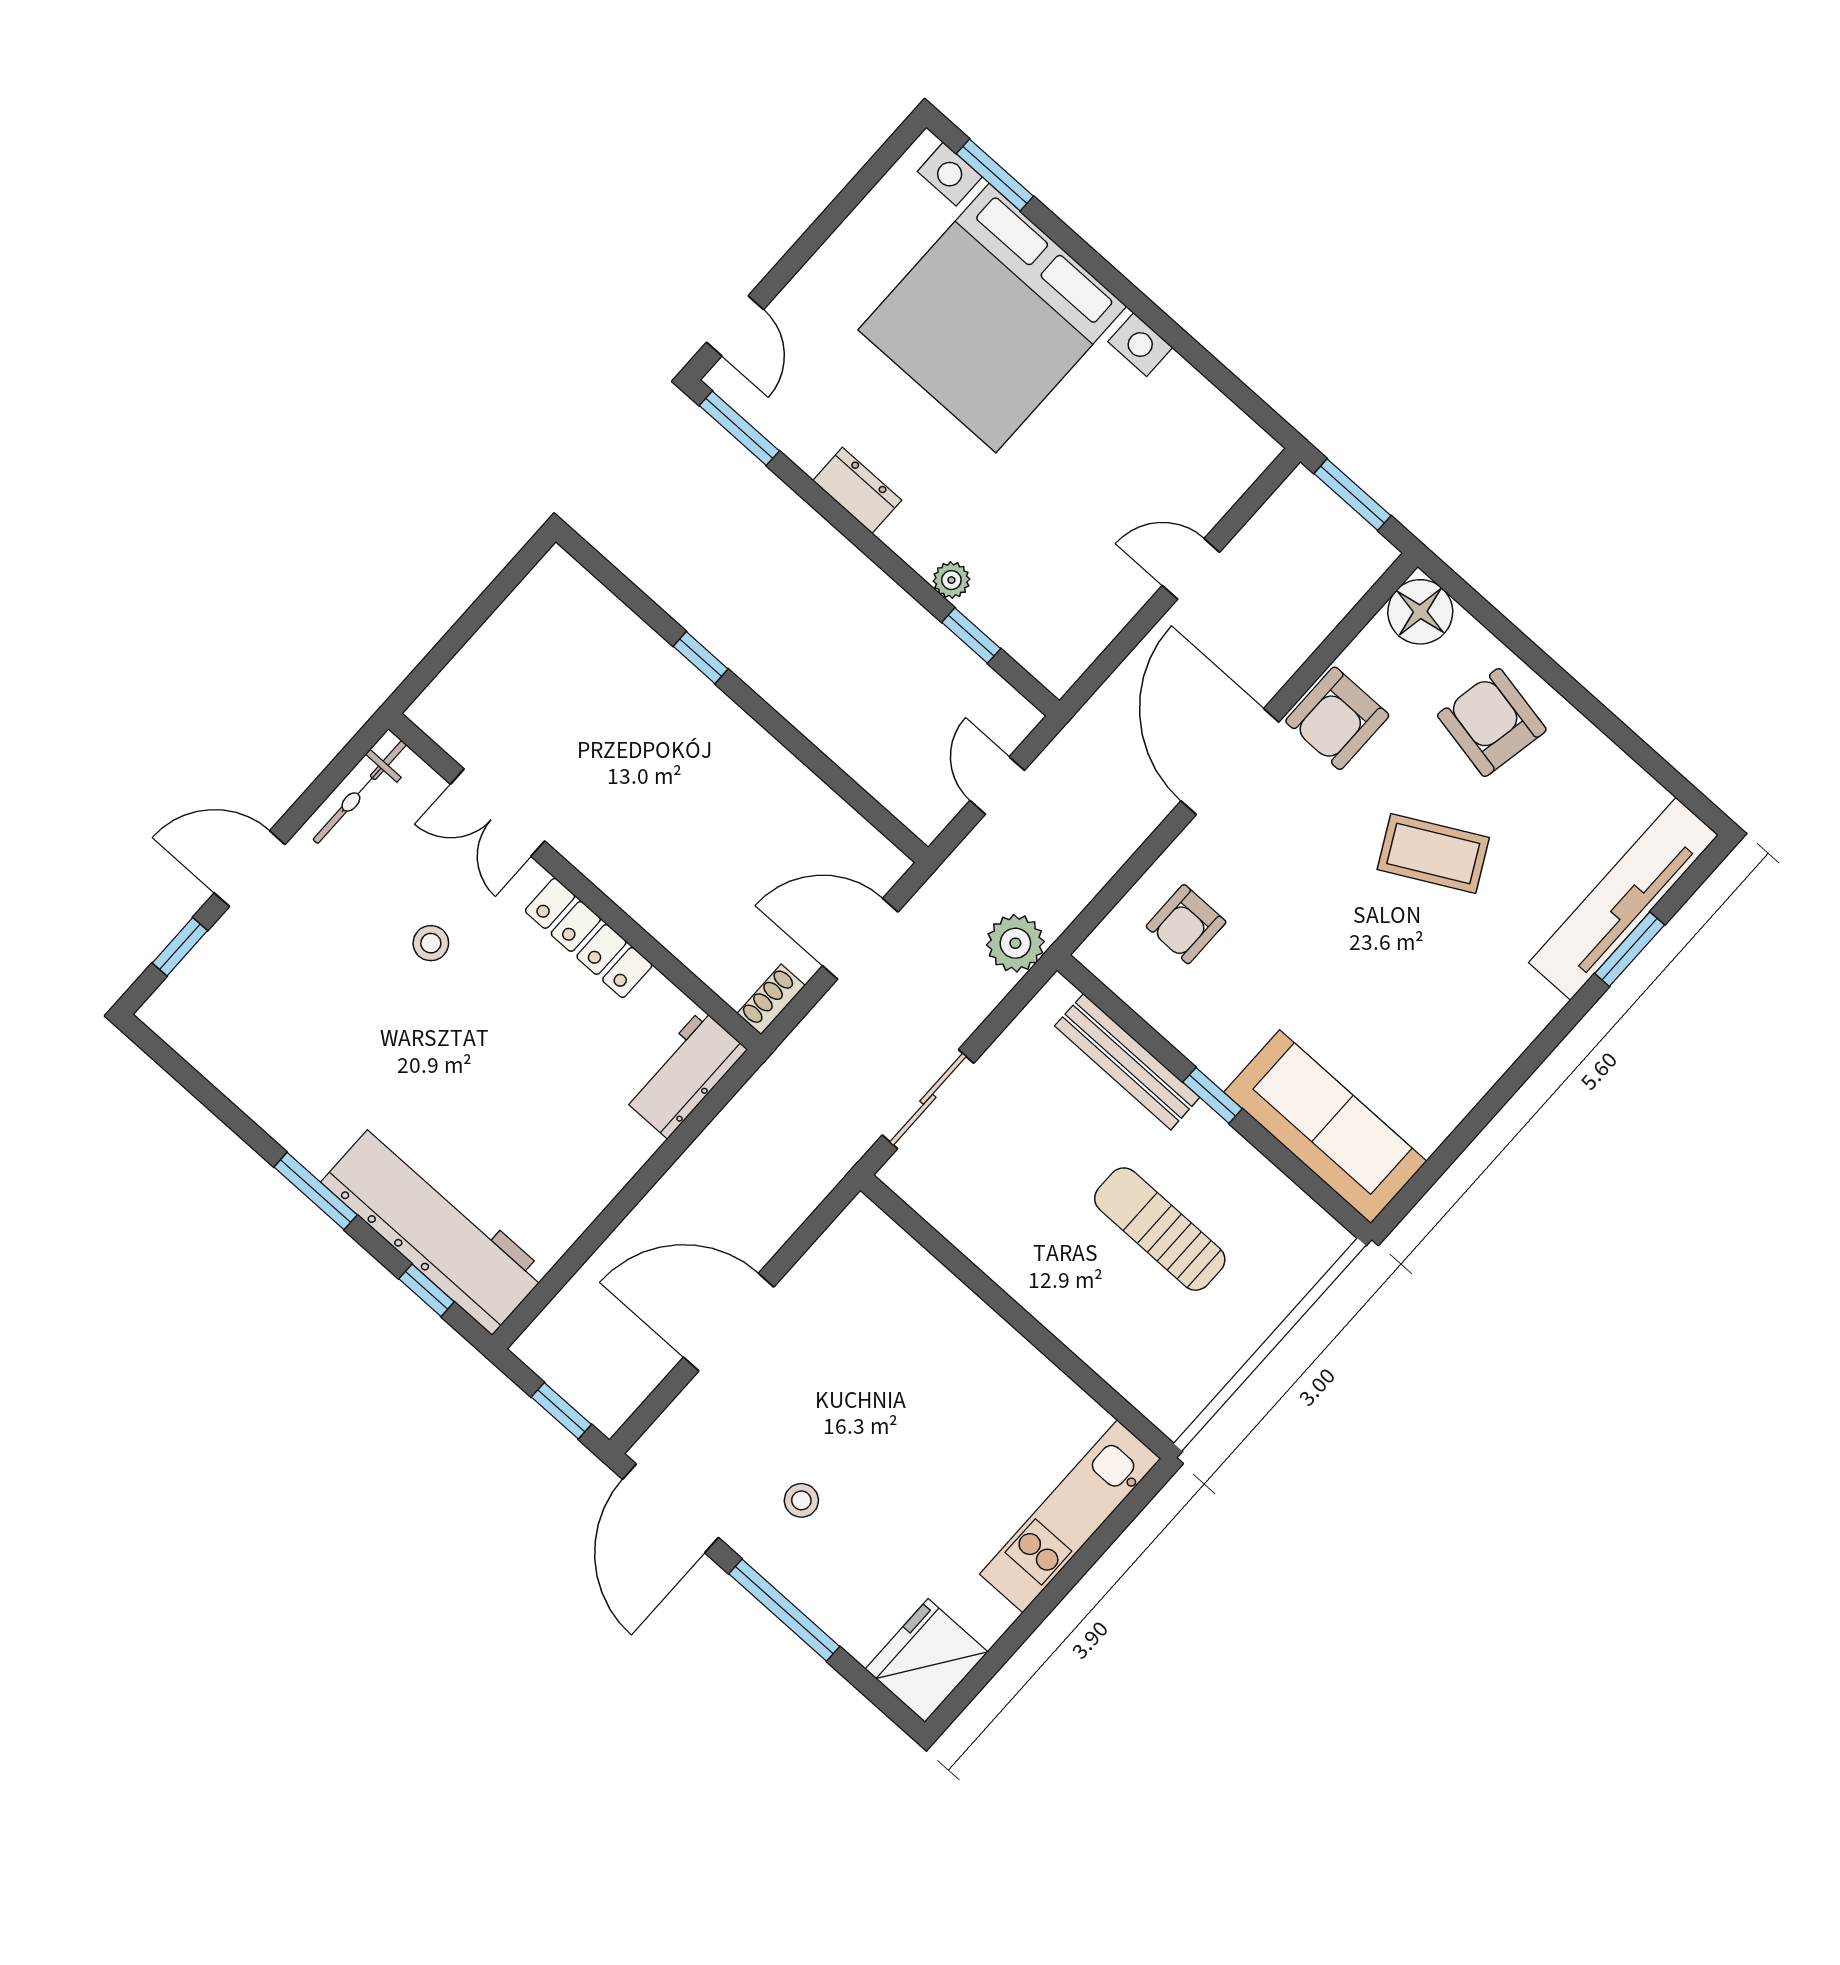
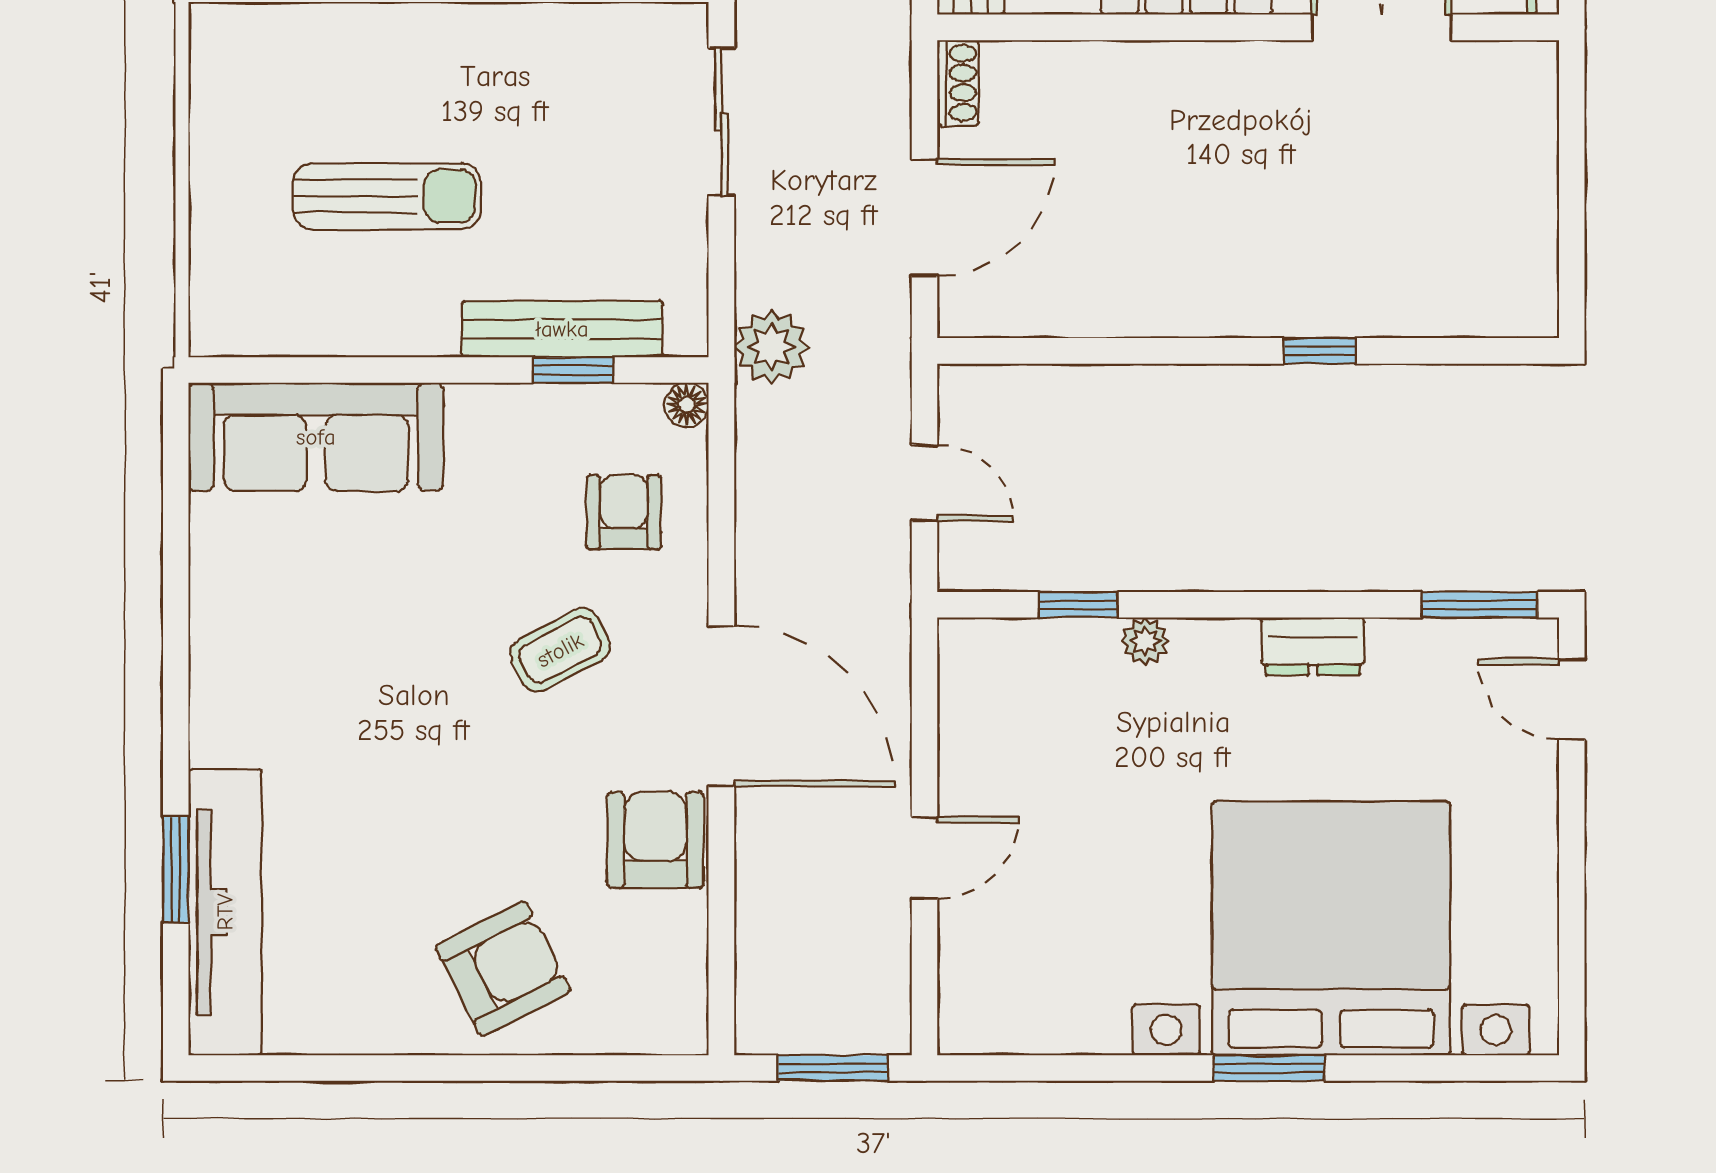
window: (995, 175) -> (1269, 1068), moved
floor lamp: (1420, 612) -> (687, 405), moved, width x0.53, depth x0.53
armchair: (1492, 723) -> (503, 969), turned -38
coffee table: (1433, 853) -> (560, 650), moved, width x0.73, depth x0.77
window: (1212, 1095) -> (573, 370), moved

